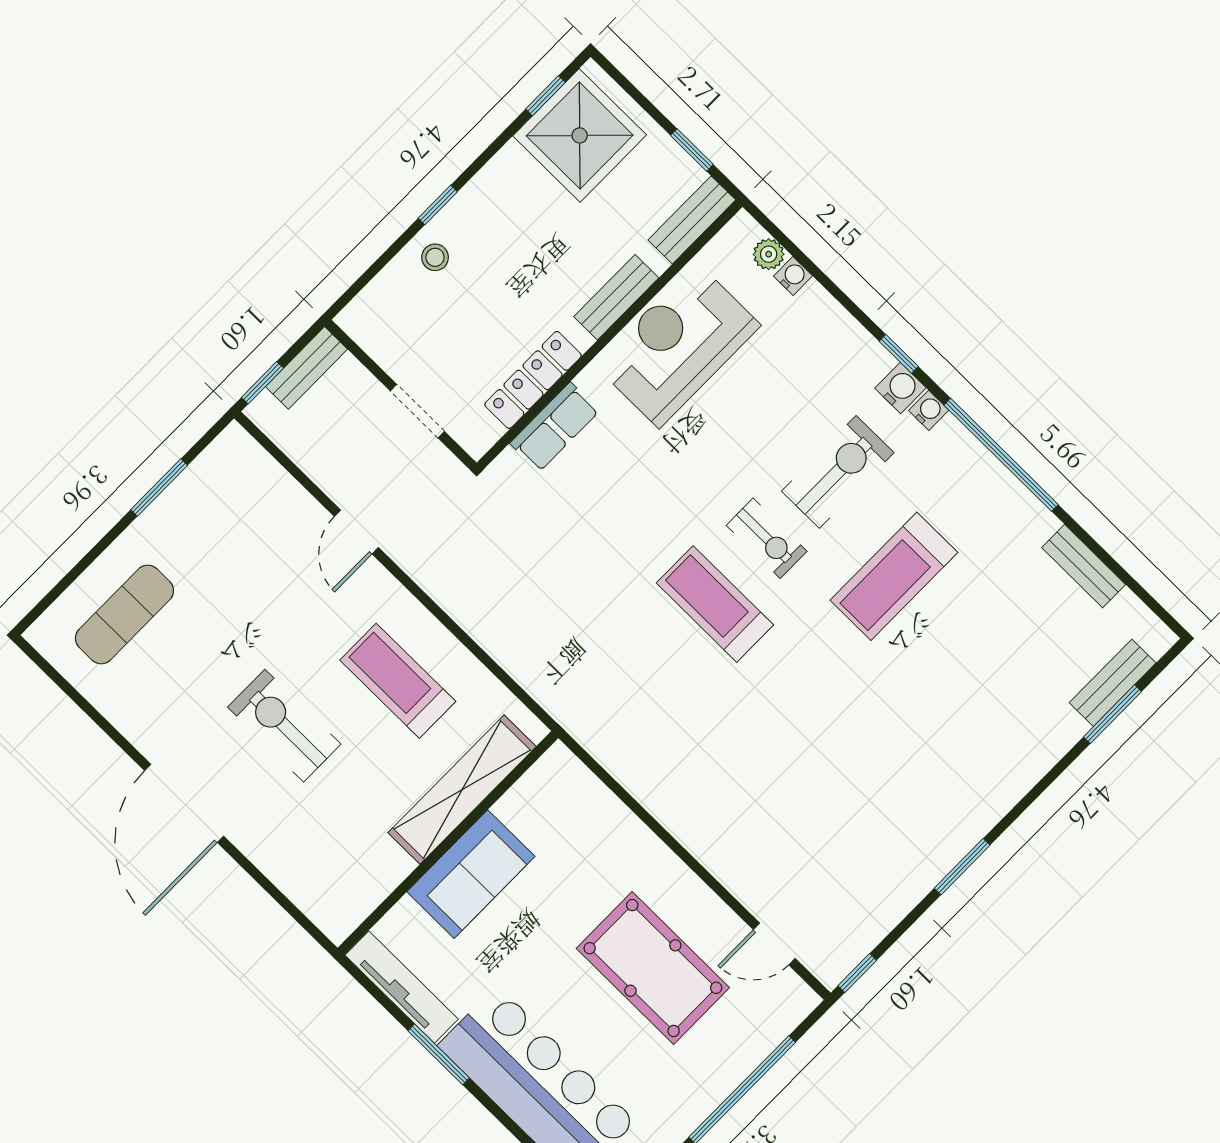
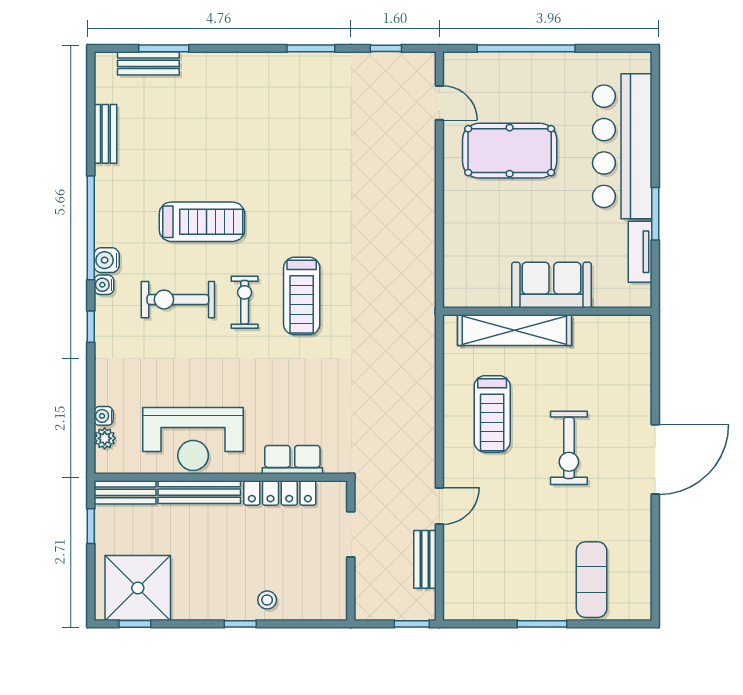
bench: (616, 297) -> (199, 492), width x1.36
bench: (307, 368) -> (425, 559), moved, turned 90
water cooler: (900, 388) -> (107, 260), moved
window: (159, 488) -> (542, 624), moved
exercise mat: (124, 614) -> (592, 580), turned 90
pool table: (653, 968) -> (510, 151), turned 90
window: (857, 973) -> (386, 48), moved
tv unit: (402, 987) -> (640, 252), width x0.71

